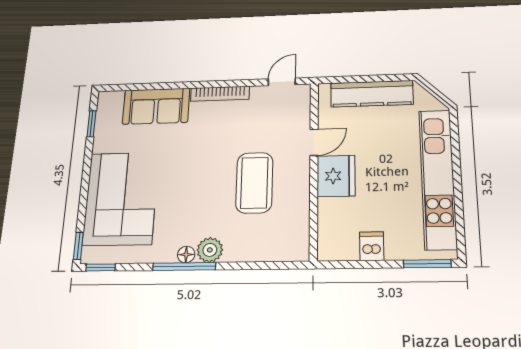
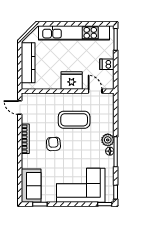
sofa: (156, 106) -> (31, 186), moved
door: (314, 142) -> (95, 91), moved
armchair: (207, 145) -> (53, 144), added

